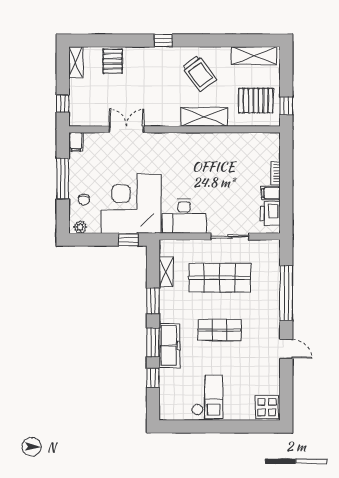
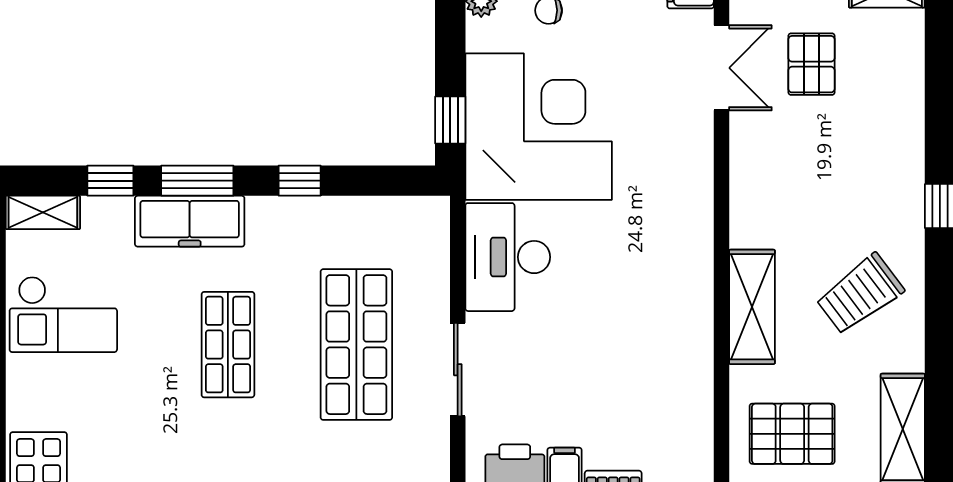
pallet: (113, 61) -> (811, 64), moved, turned 90
pallet: (256, 101) -> (792, 434), turned 90
double door: (127, 129) -> (721, 68), moved
shelving: (166, 272) -> (43, 212), moved
window: (153, 301) -> (300, 181), width x0.67

